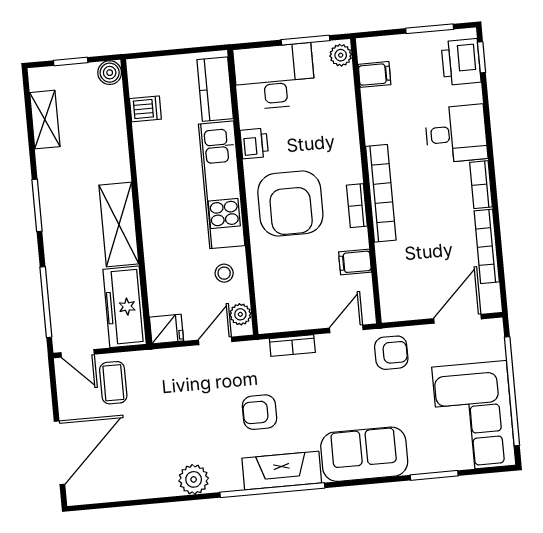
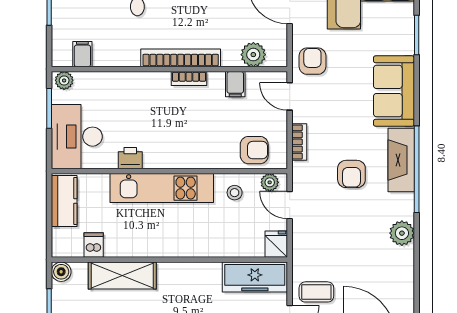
kitchen counter: (215, 89) -> (64, 201), moved, turned -90
armchair: (290, 203) -> (254, 150), moved, width x0.53, depth x0.53
shelving: (119, 224) -> (122, 275), moved
plant: (393, 281) -> (253, 55), added

